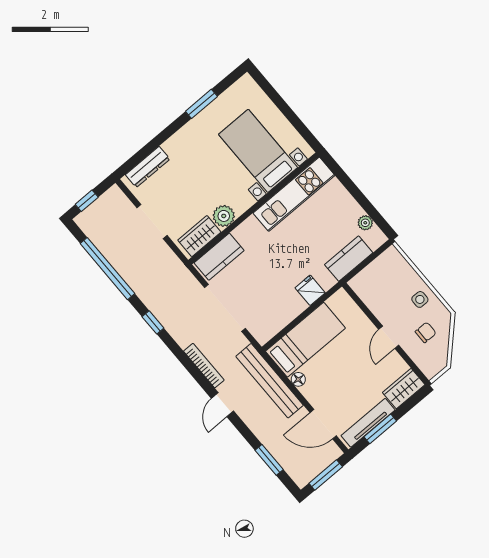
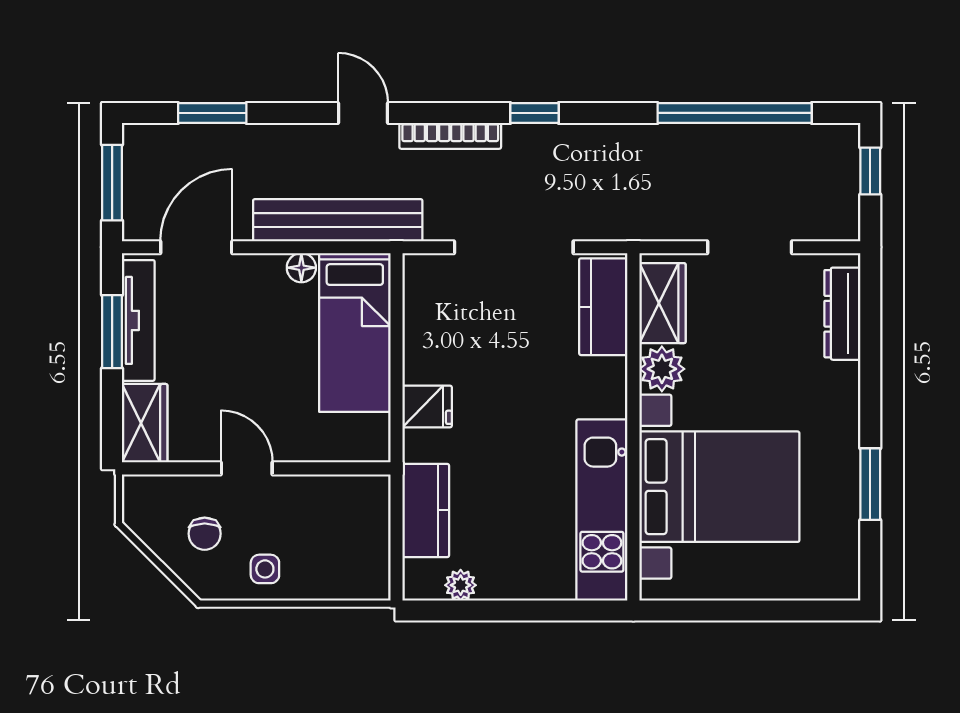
bed with nightstands: (258, 151) -> (719, 487), width x1.36
window: (153, 322) -> (535, 113), moved

